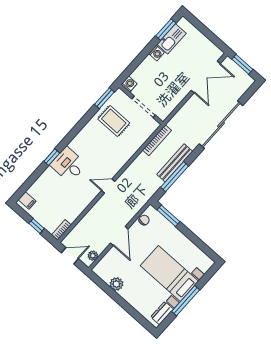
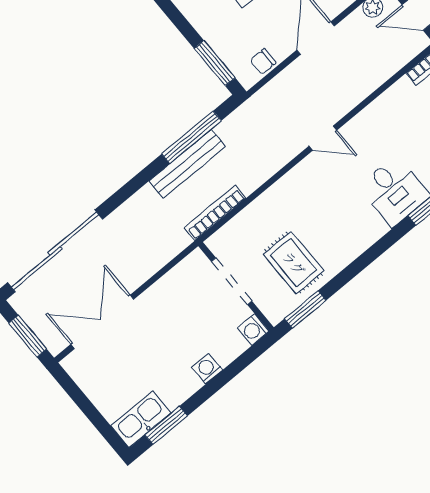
kitchen sink: (172, 39) -> (141, 419), moved
washing machine: (157, 53) -> (207, 369), moved
sliding door: (221, 125) -> (55, 251), moved

